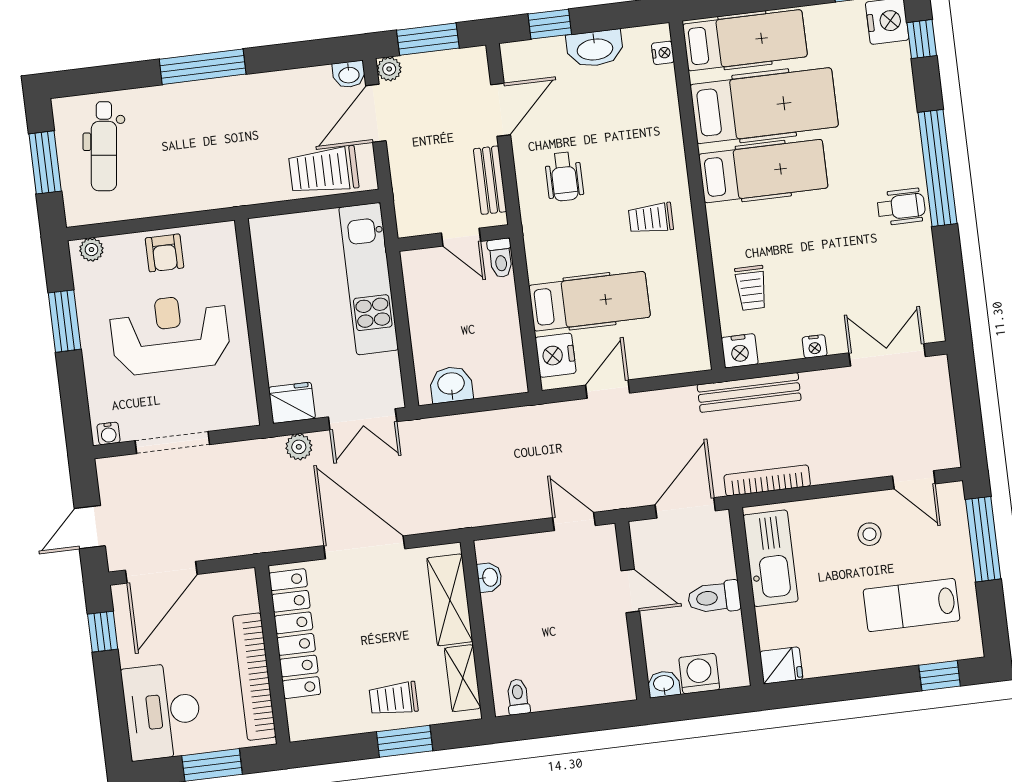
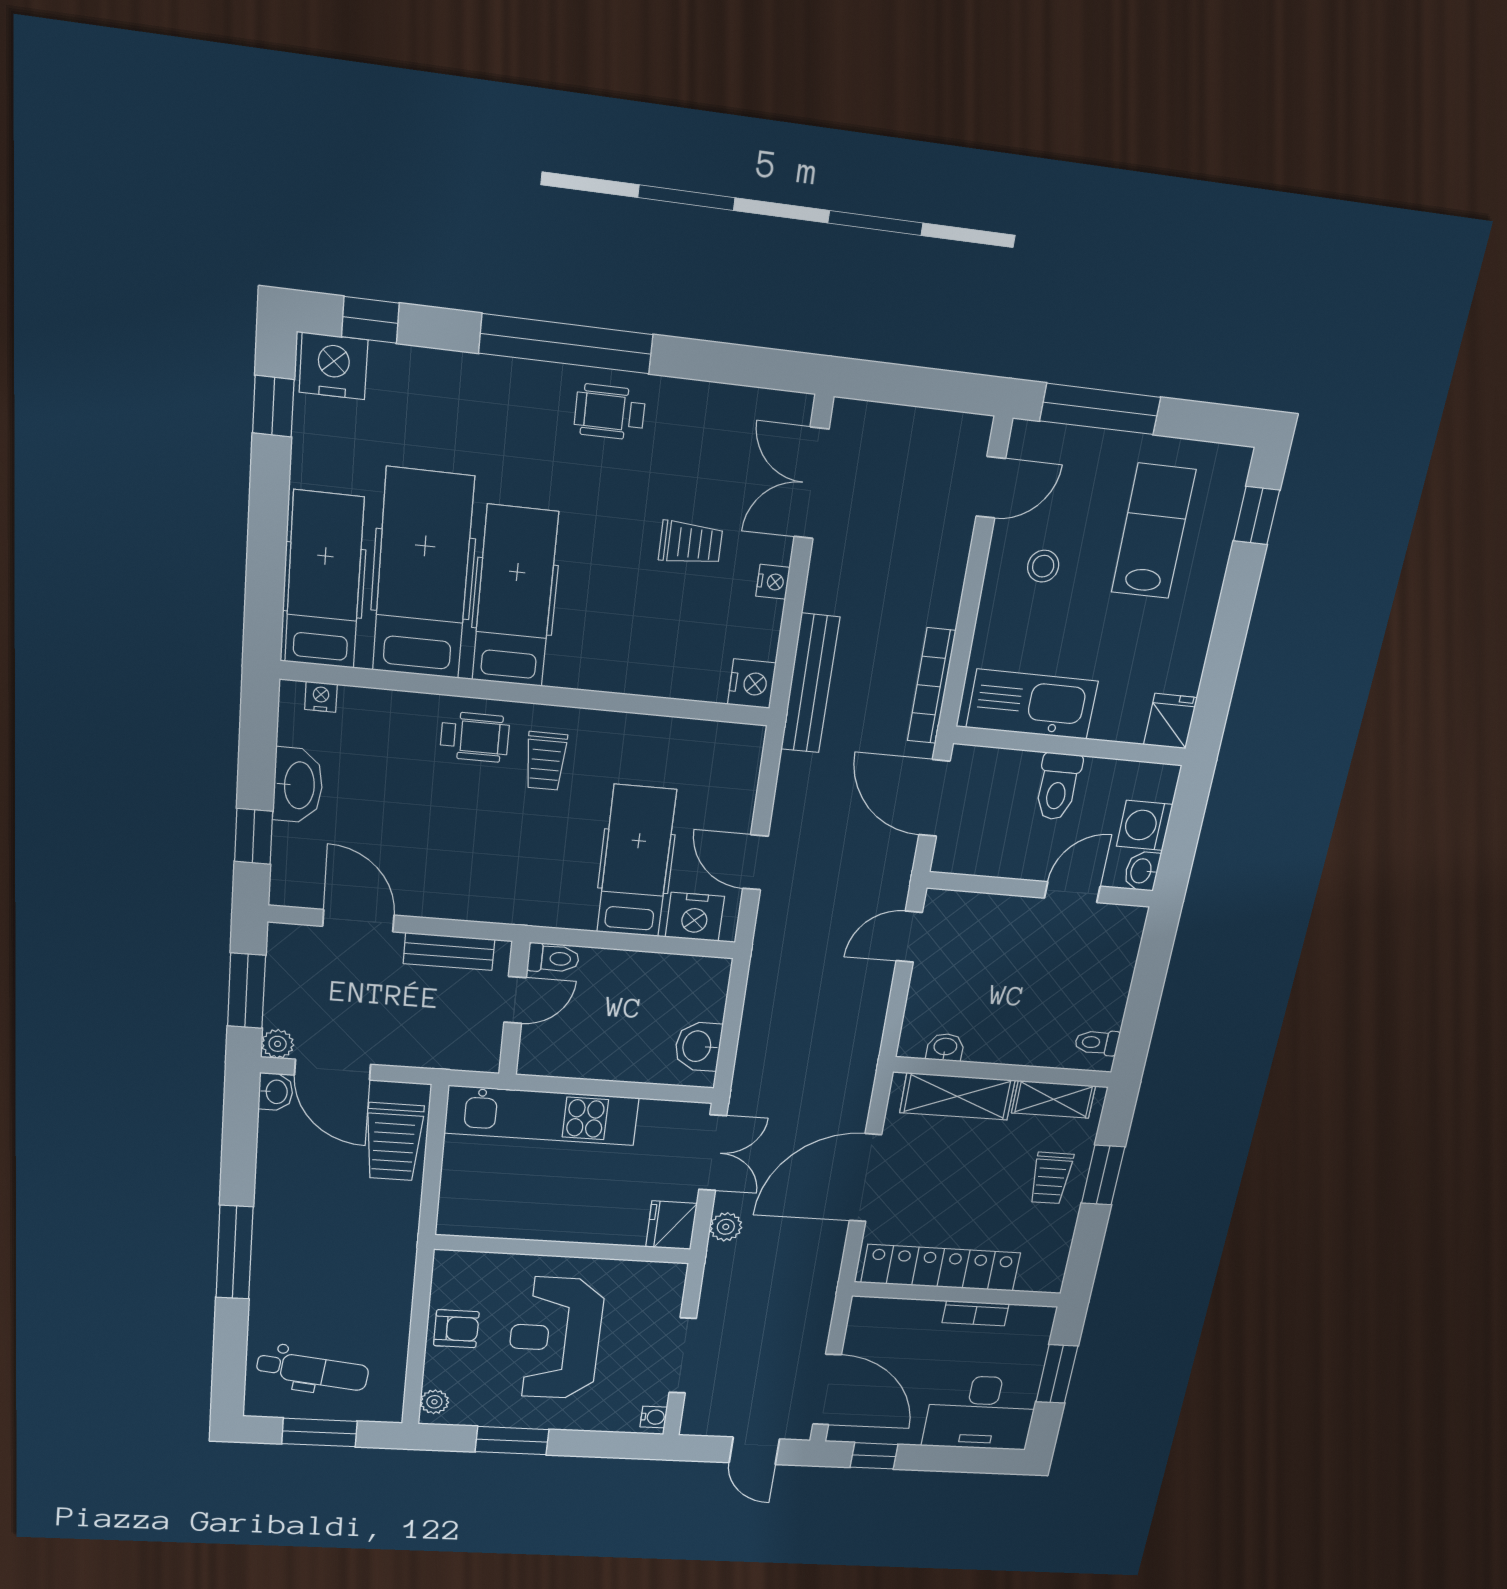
wheelchair: (564, 177) -> (475, 737), moved
wheelchair: (901, 207) -> (610, 412), turned -90
trolley: (751, 288) -> (691, 543), moved
door: (630, 591) -> (1072, 892), moved
lab bench: (912, 605) -> (1153, 531), turned 180
bookcase: (254, 677) -> (976, 1313), width x0.43, depth x0.76

